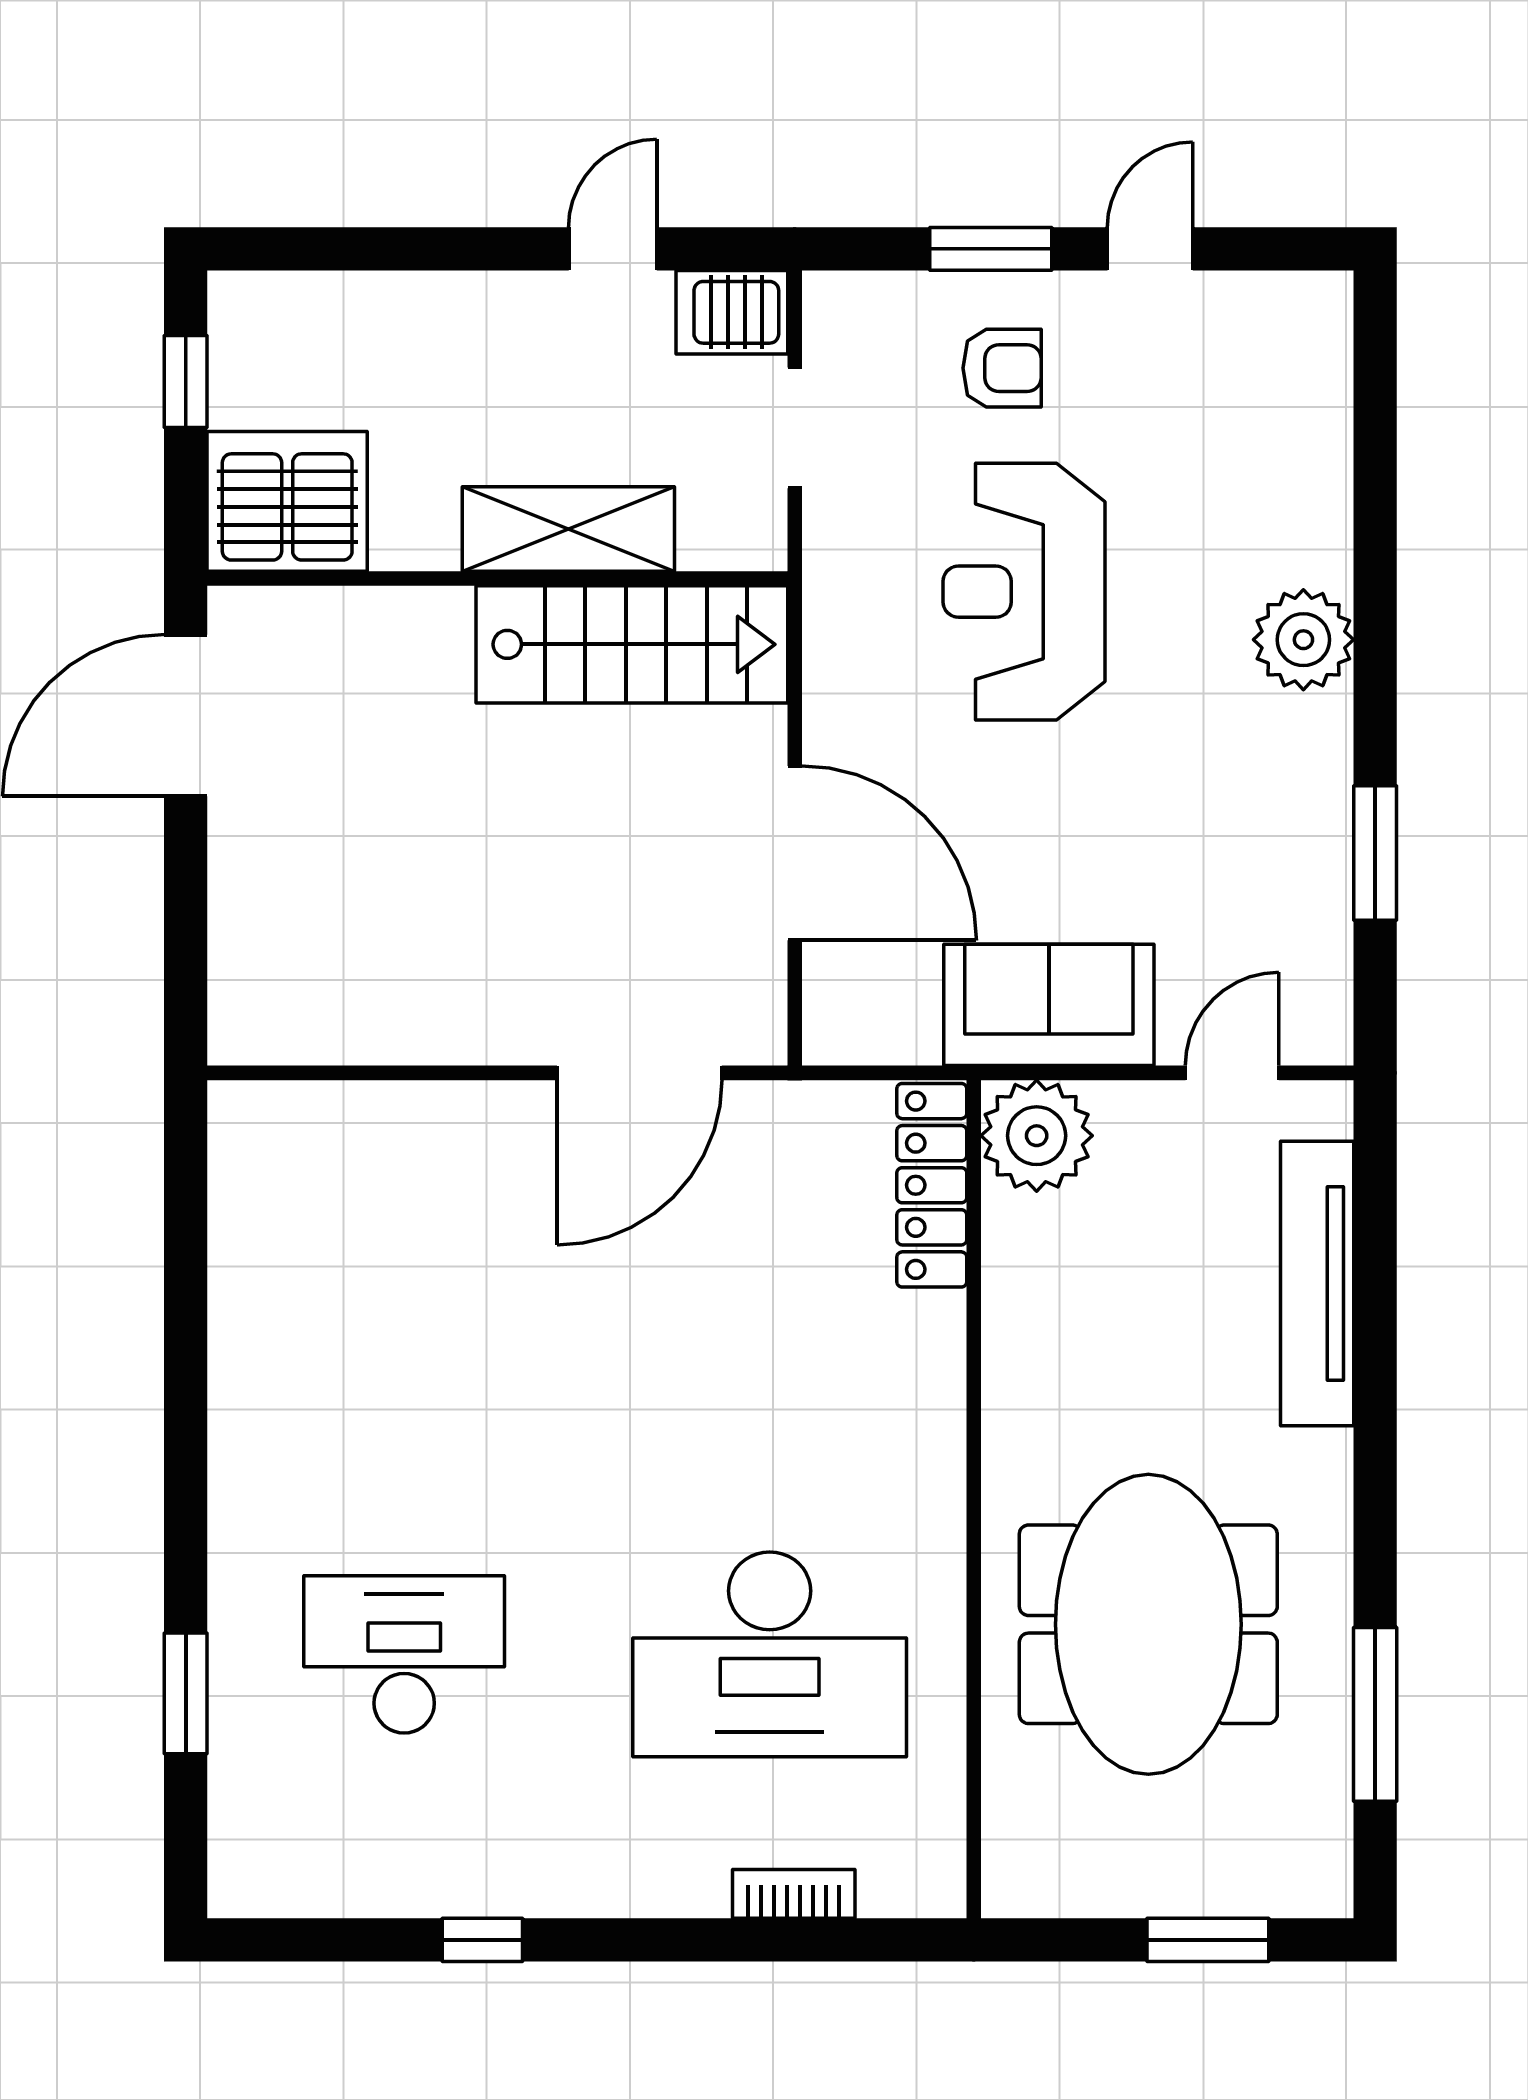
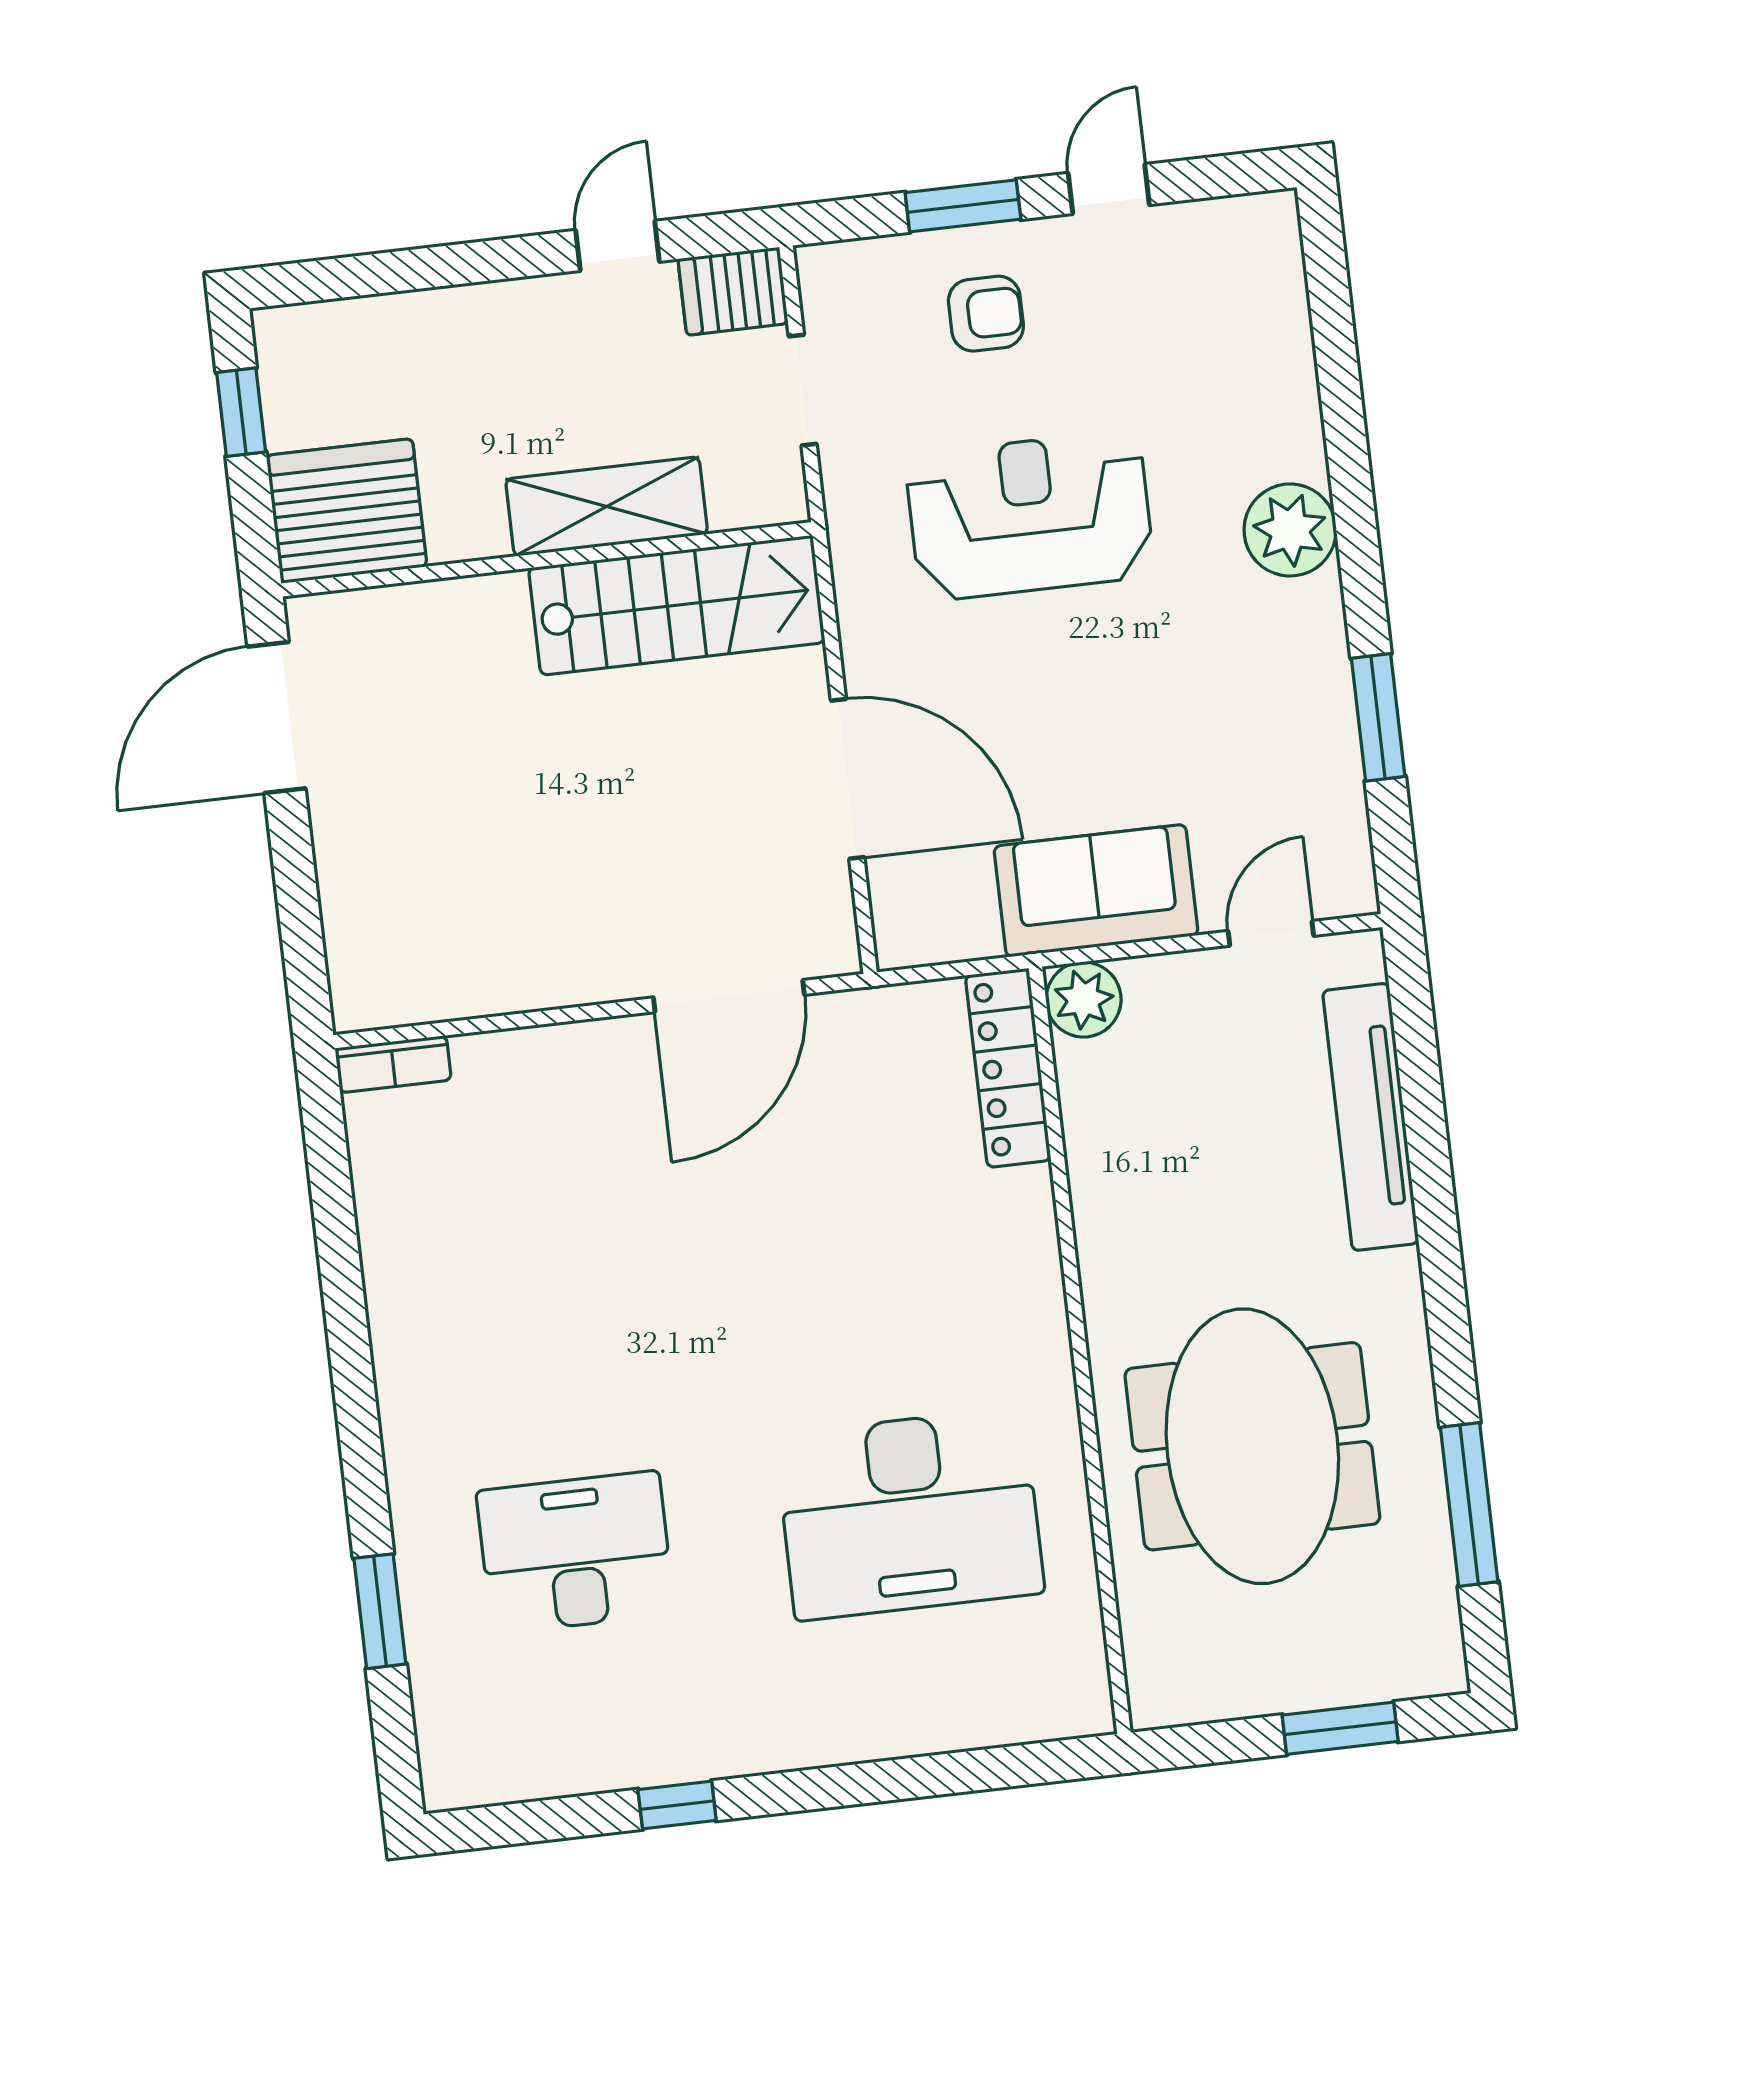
reception desk: (1024, 592) -> (1030, 516), turned 90
plant: (1037, 1136) -> (1084, 1000), width x0.73, depth x0.73
bookcase: (794, 1894) -> (393, 1064), moved, turned 180

